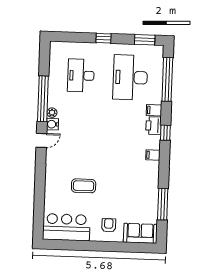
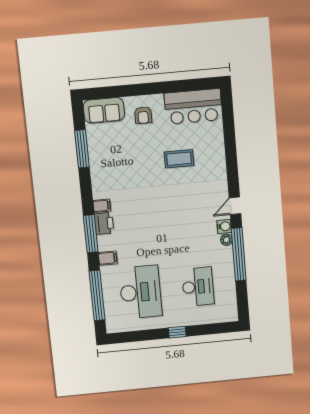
window: (145, 40) -> (130, 337), removed
printer: (154, 126) -> (104, 223), moved
window: (165, 133) -> (91, 234), width x2.17

